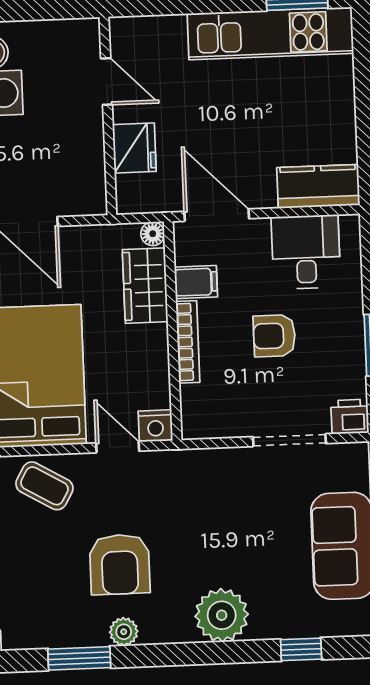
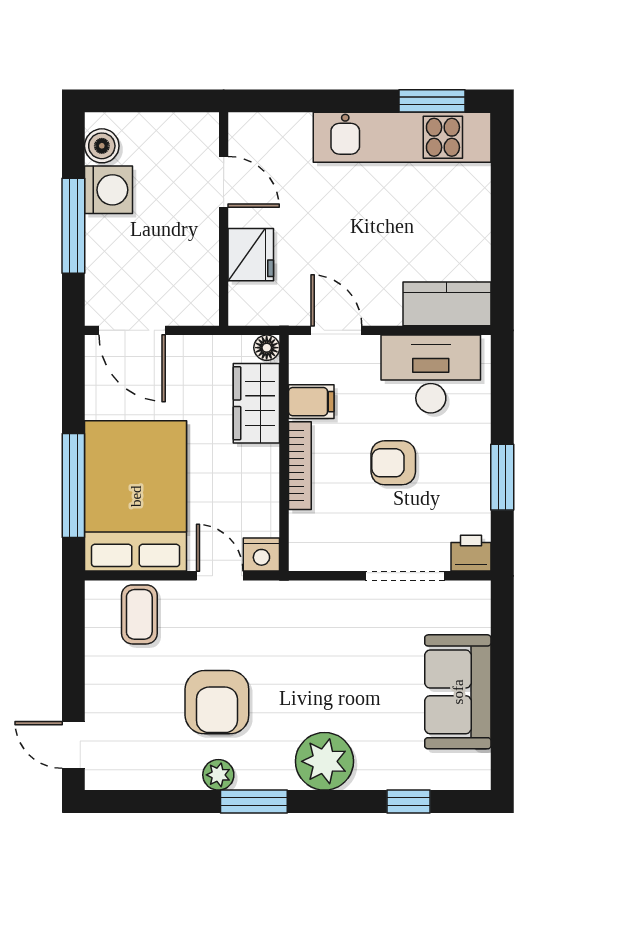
door: (217, 215) -> (336, 330), width x0.73
desk: (306, 252) -> (431, 374), width x1.37
coffee table: (44, 486) -> (139, 614), turned 60
window: (79, 658) -> (254, 802), moved

